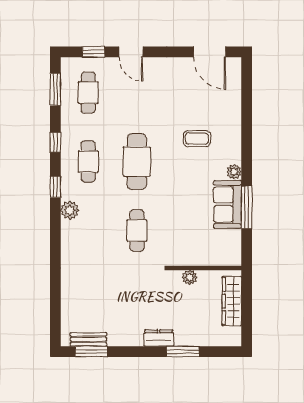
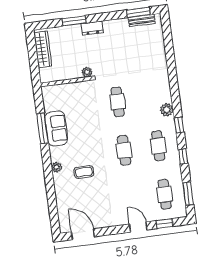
cafe table: (137, 162) -> (124, 150), width x0.73, depth x0.74
plant: (234, 172) -> (57, 167), moved
plant: (190, 277) -> (87, 72), moved
wardrobe: (232, 301) -> (43, 49), moved

